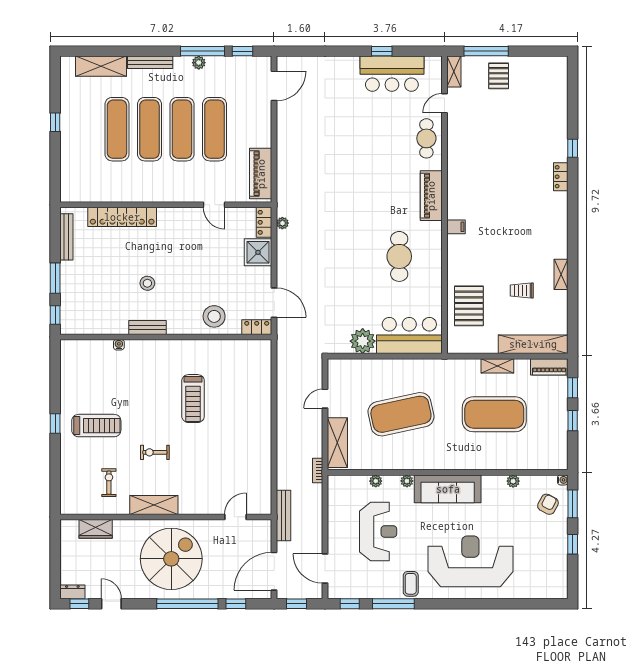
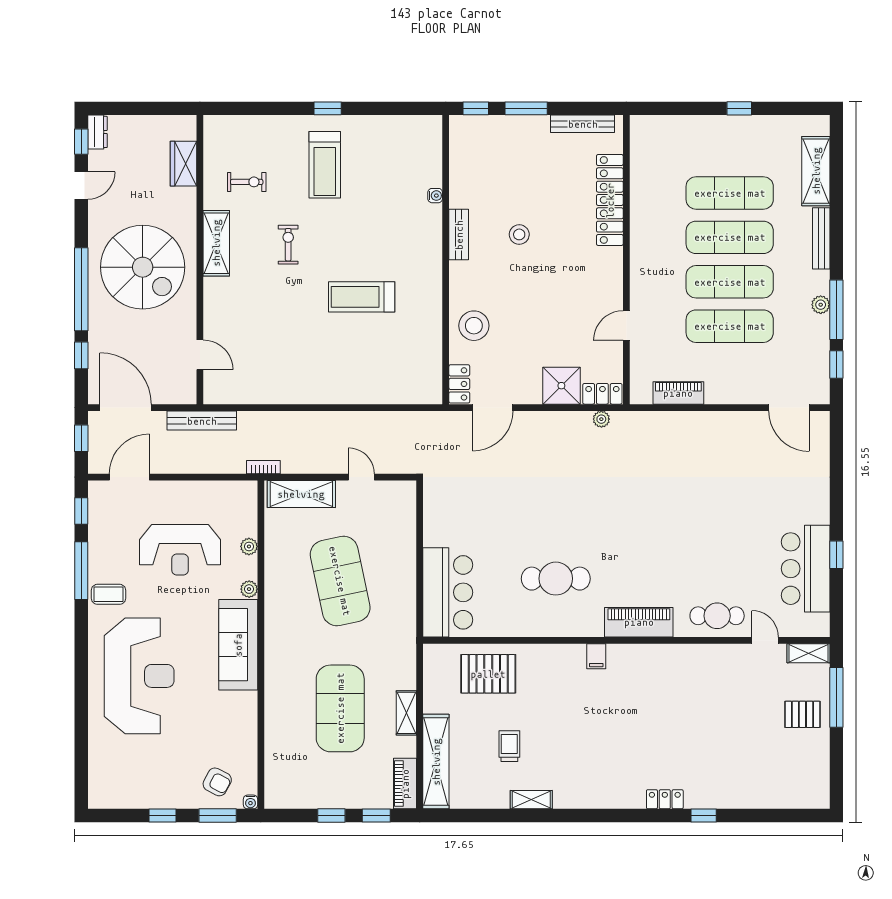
piano: (261, 174) -> (678, 393), width x0.73, depth x0.75
plant: (363, 341) -> (440, 529), removed
plant: (513, 481) -> (249, 734), removed

